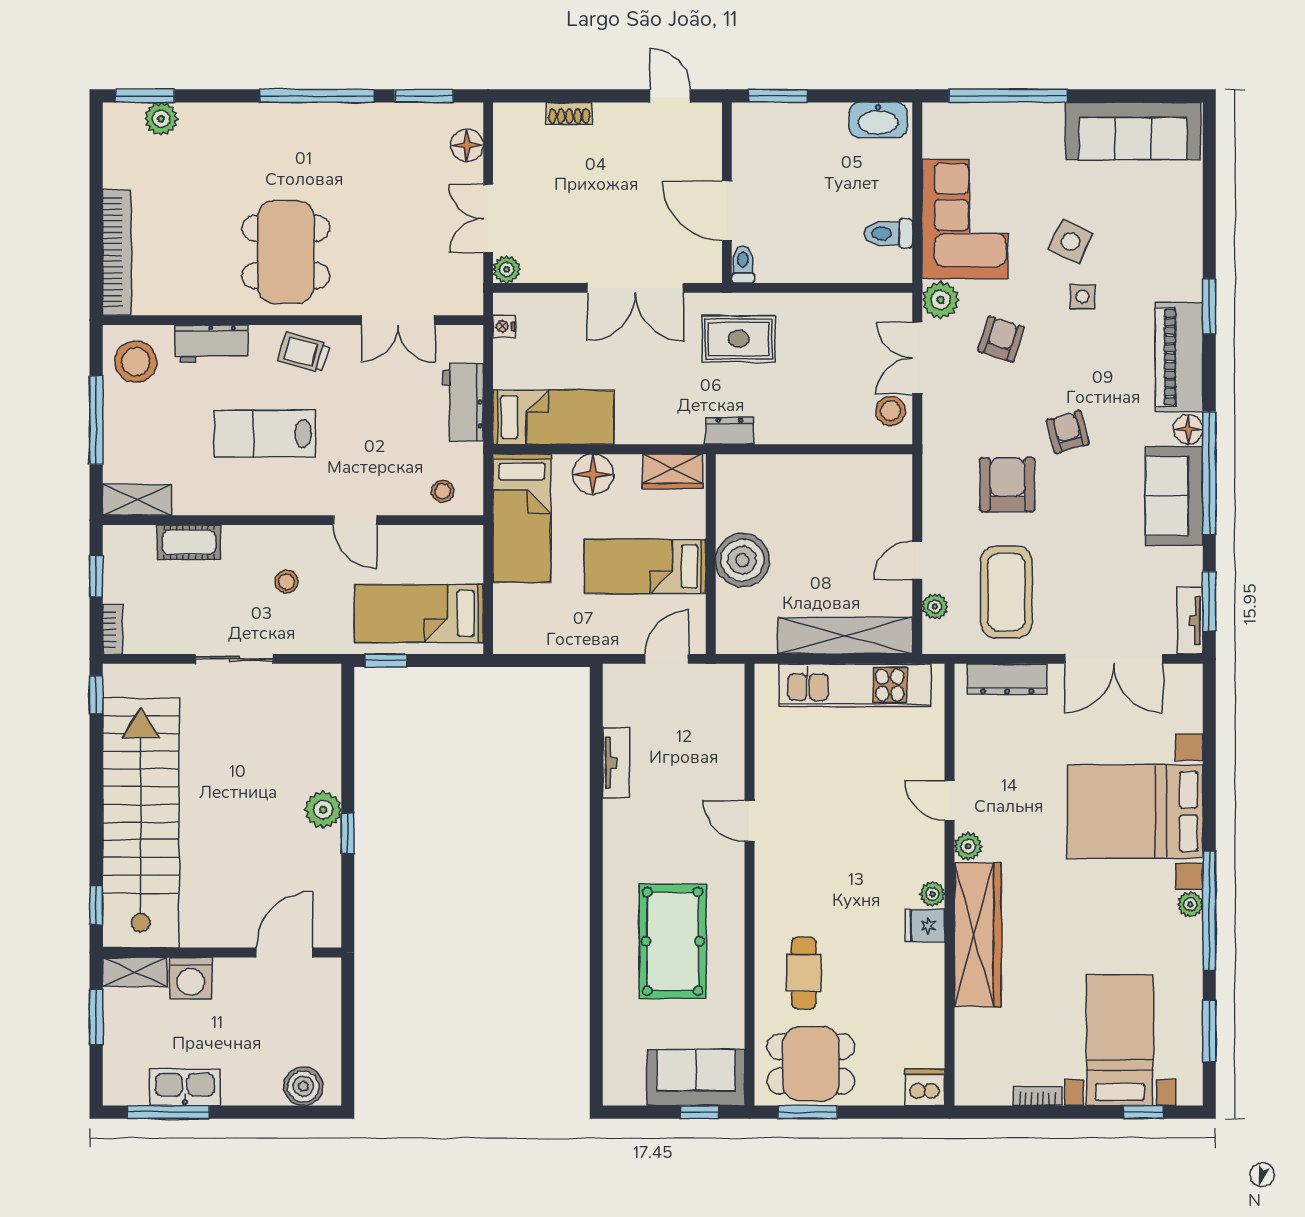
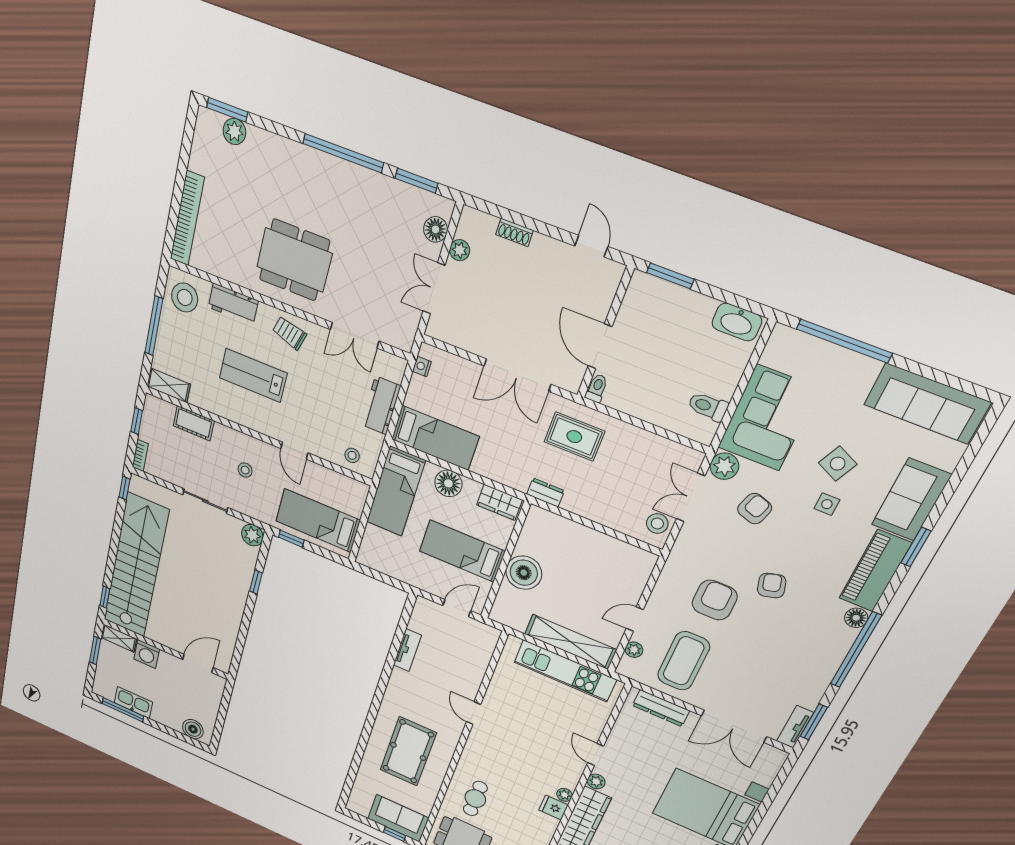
dining table: (286, 252) -> (294, 260), turned 90
plant: (507, 269) -> (460, 250), moved
sofa: (1174, 496) -> (911, 500), moved
plant: (323, 810) -> (252, 535), moved
window: (348, 833) -> (256, 582), moved

